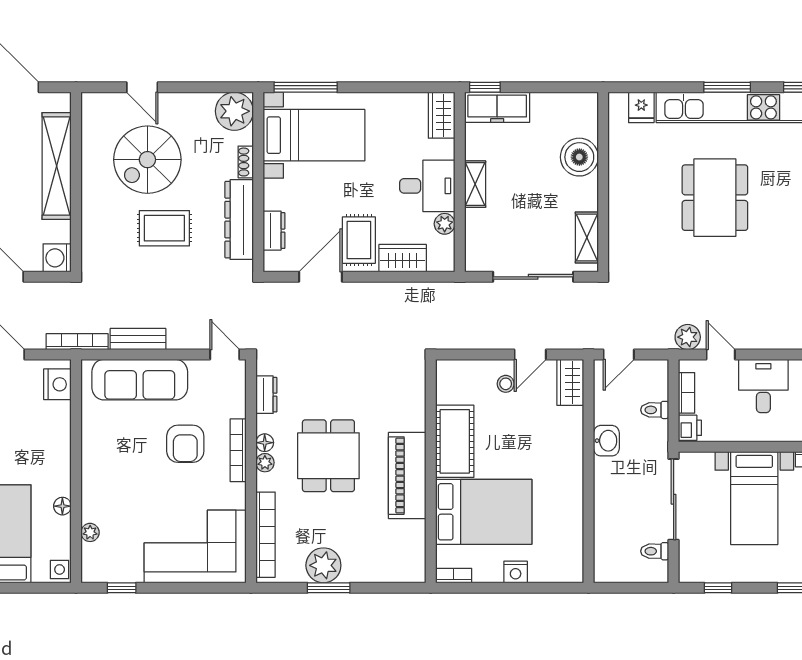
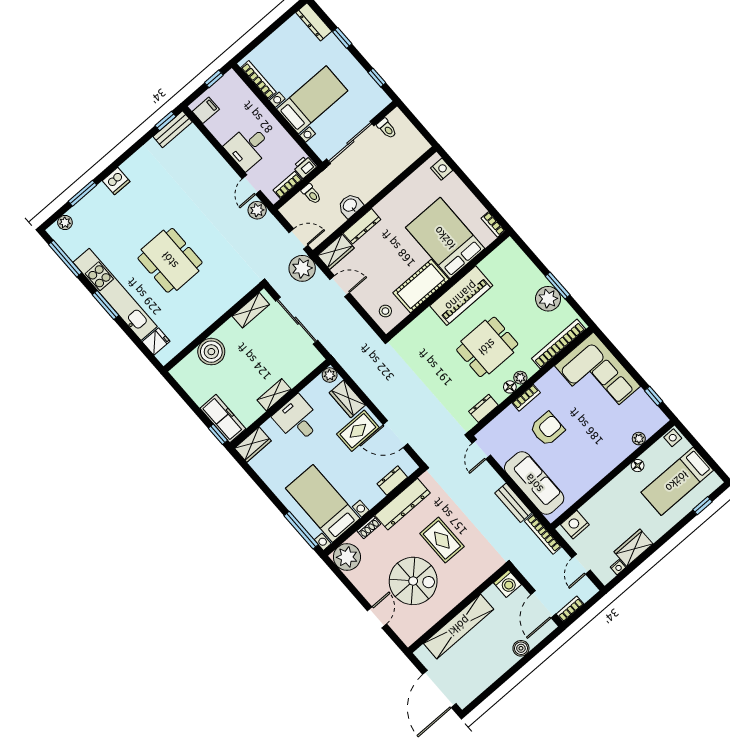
dining table: (715, 198) -> (170, 260), turned 90
plant: (445, 224) -> (330, 375), moved
plant: (584, 331) -> (302, 268), added
stool: (506, 384) -> (385, 311), moved
dresser: (573, 434) -> (362, 226), added
bookcase: (238, 450) -> (526, 398), width x0.64
nightstand: (516, 572) -> (442, 169), moved

